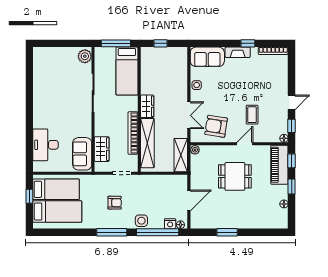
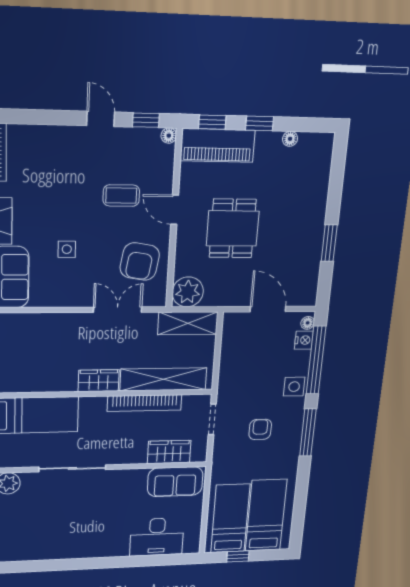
side table: (197, 85) -> (67, 249), moved
plant: (195, 150) -> (188, 292), width x1.88, depth x1.88

